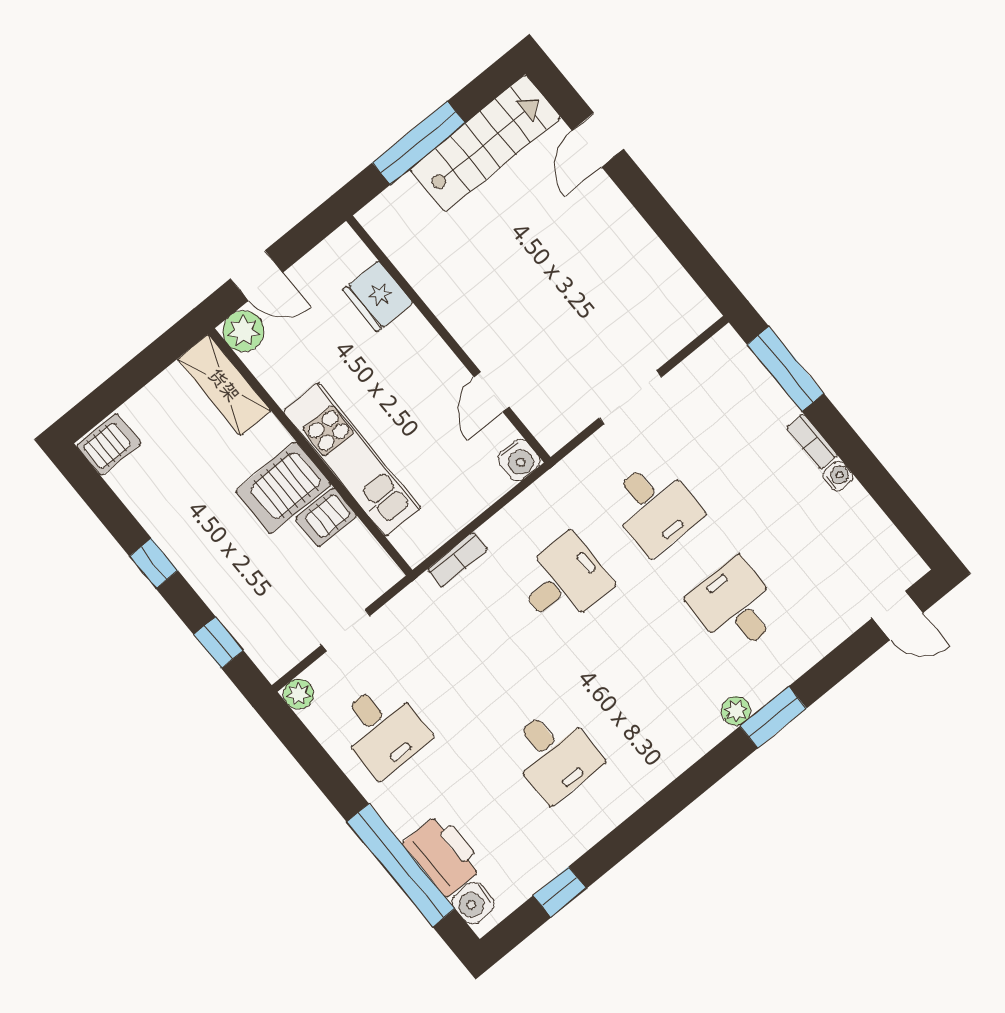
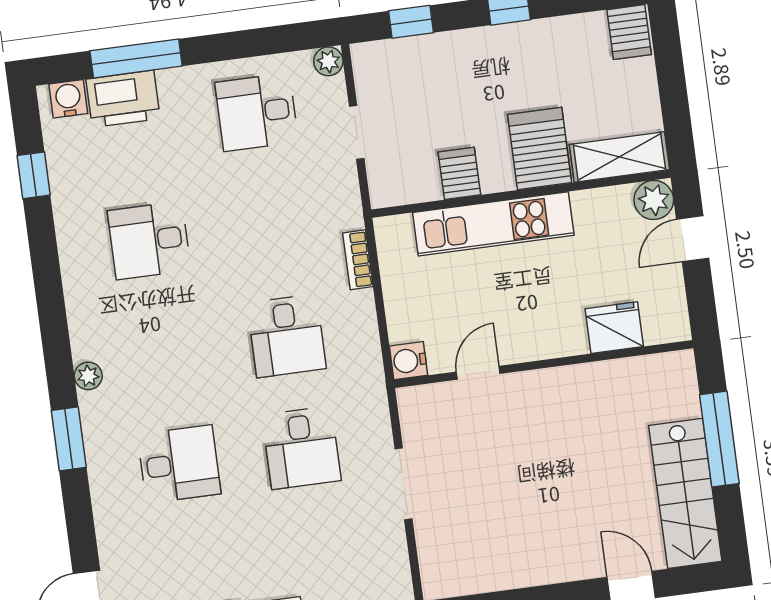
door: (492, 392) -> (478, 373), hinge flipped
server rack: (283, 488) -> (540, 149), moved
desk: (654, 507) -> (302, 448), turned -90
plant: (736, 711) -> (88, 376), moved
window: (401, 865) -> (136, 58), width x0.68

